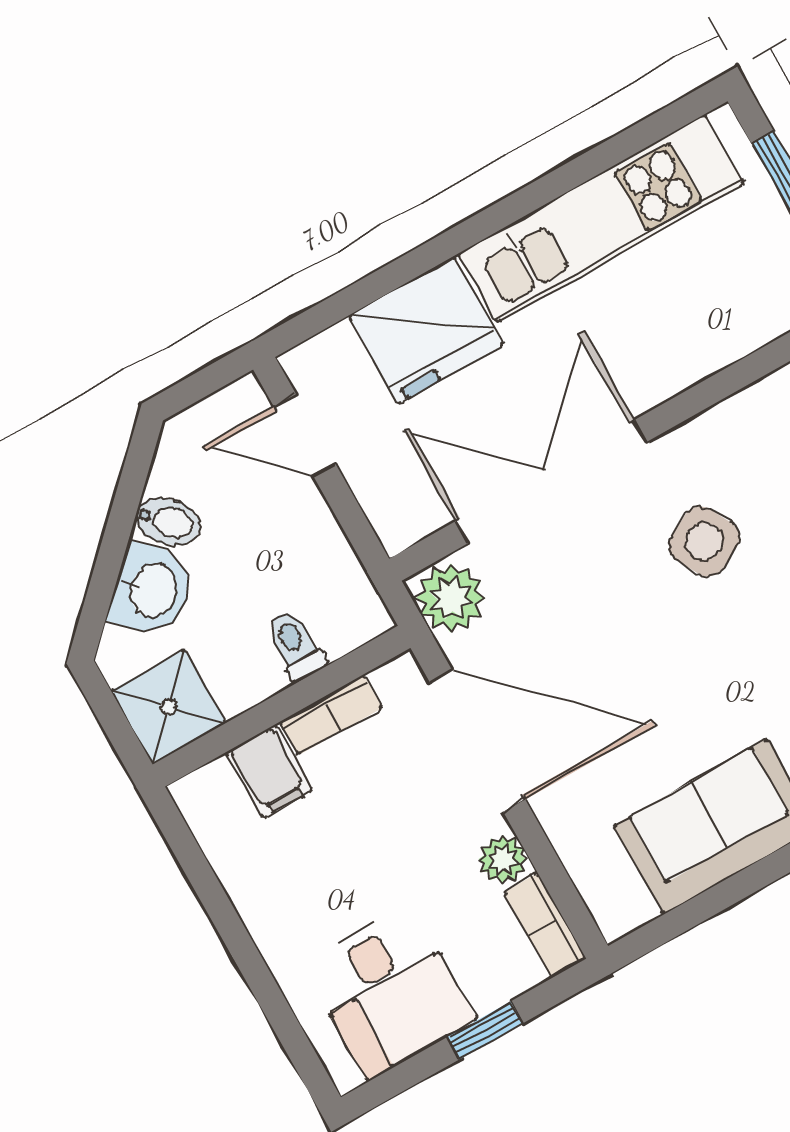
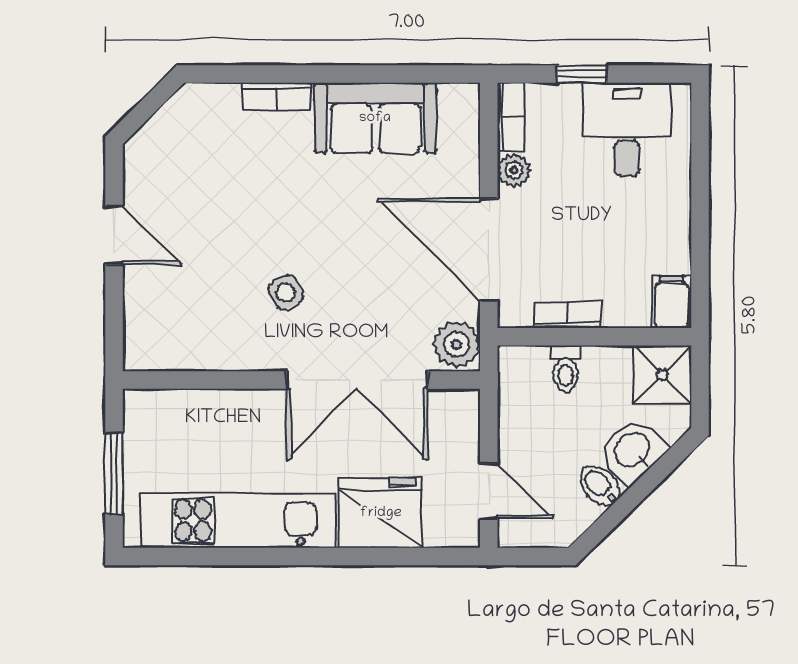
side table: (704, 541) -> (286, 292), width x0.73, depth x0.73
filing cabinet: (269, 771) -> (672, 302), moved

